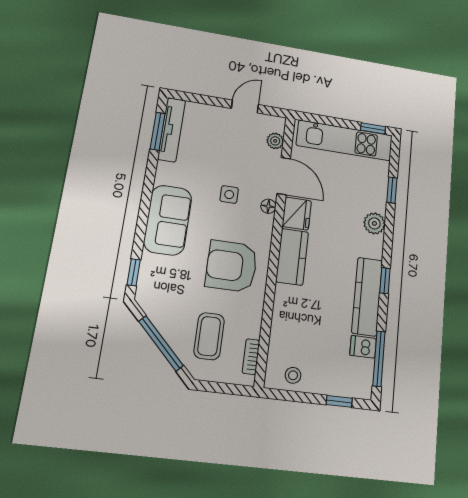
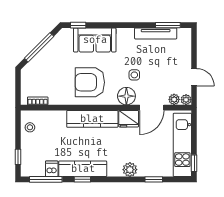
plant: (278, 124) -> (186, 100), added
tv unit: (172, 130) -> (156, 33), moved
floor lamp: (268, 206) -> (126, 96), width x1.89, depth x1.89
sofa: (168, 220) -> (95, 40), moved
kitchen counter: (292, 257) -> (92, 119), width x1.50
armchair: (231, 266) -> (90, 82), turned -90
window: (385, 281) -> (82, 179), moved
coffee table: (209, 336) -> (47, 75), removed

